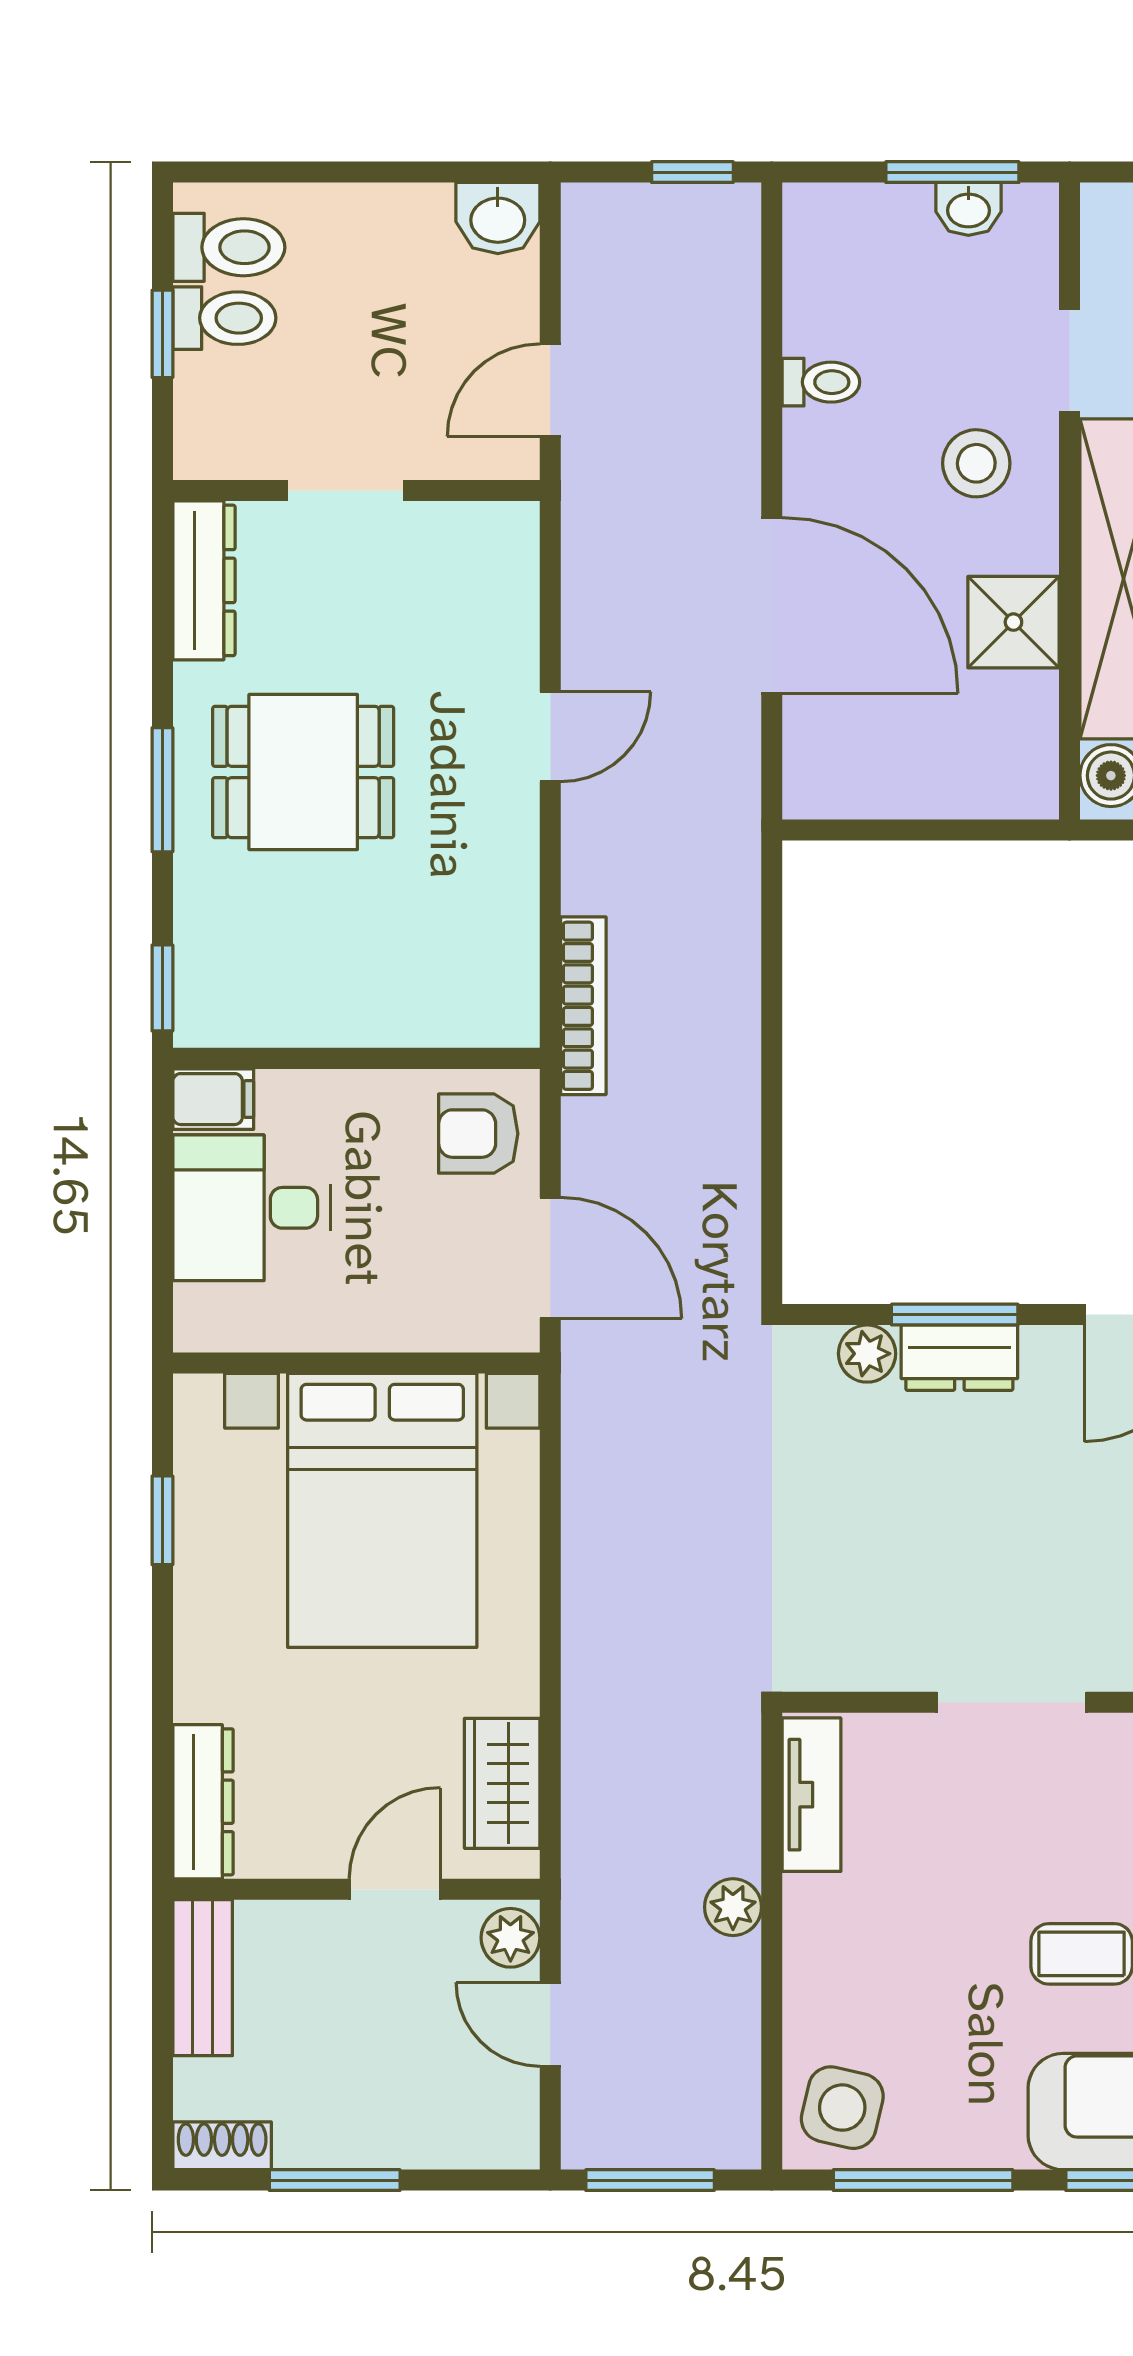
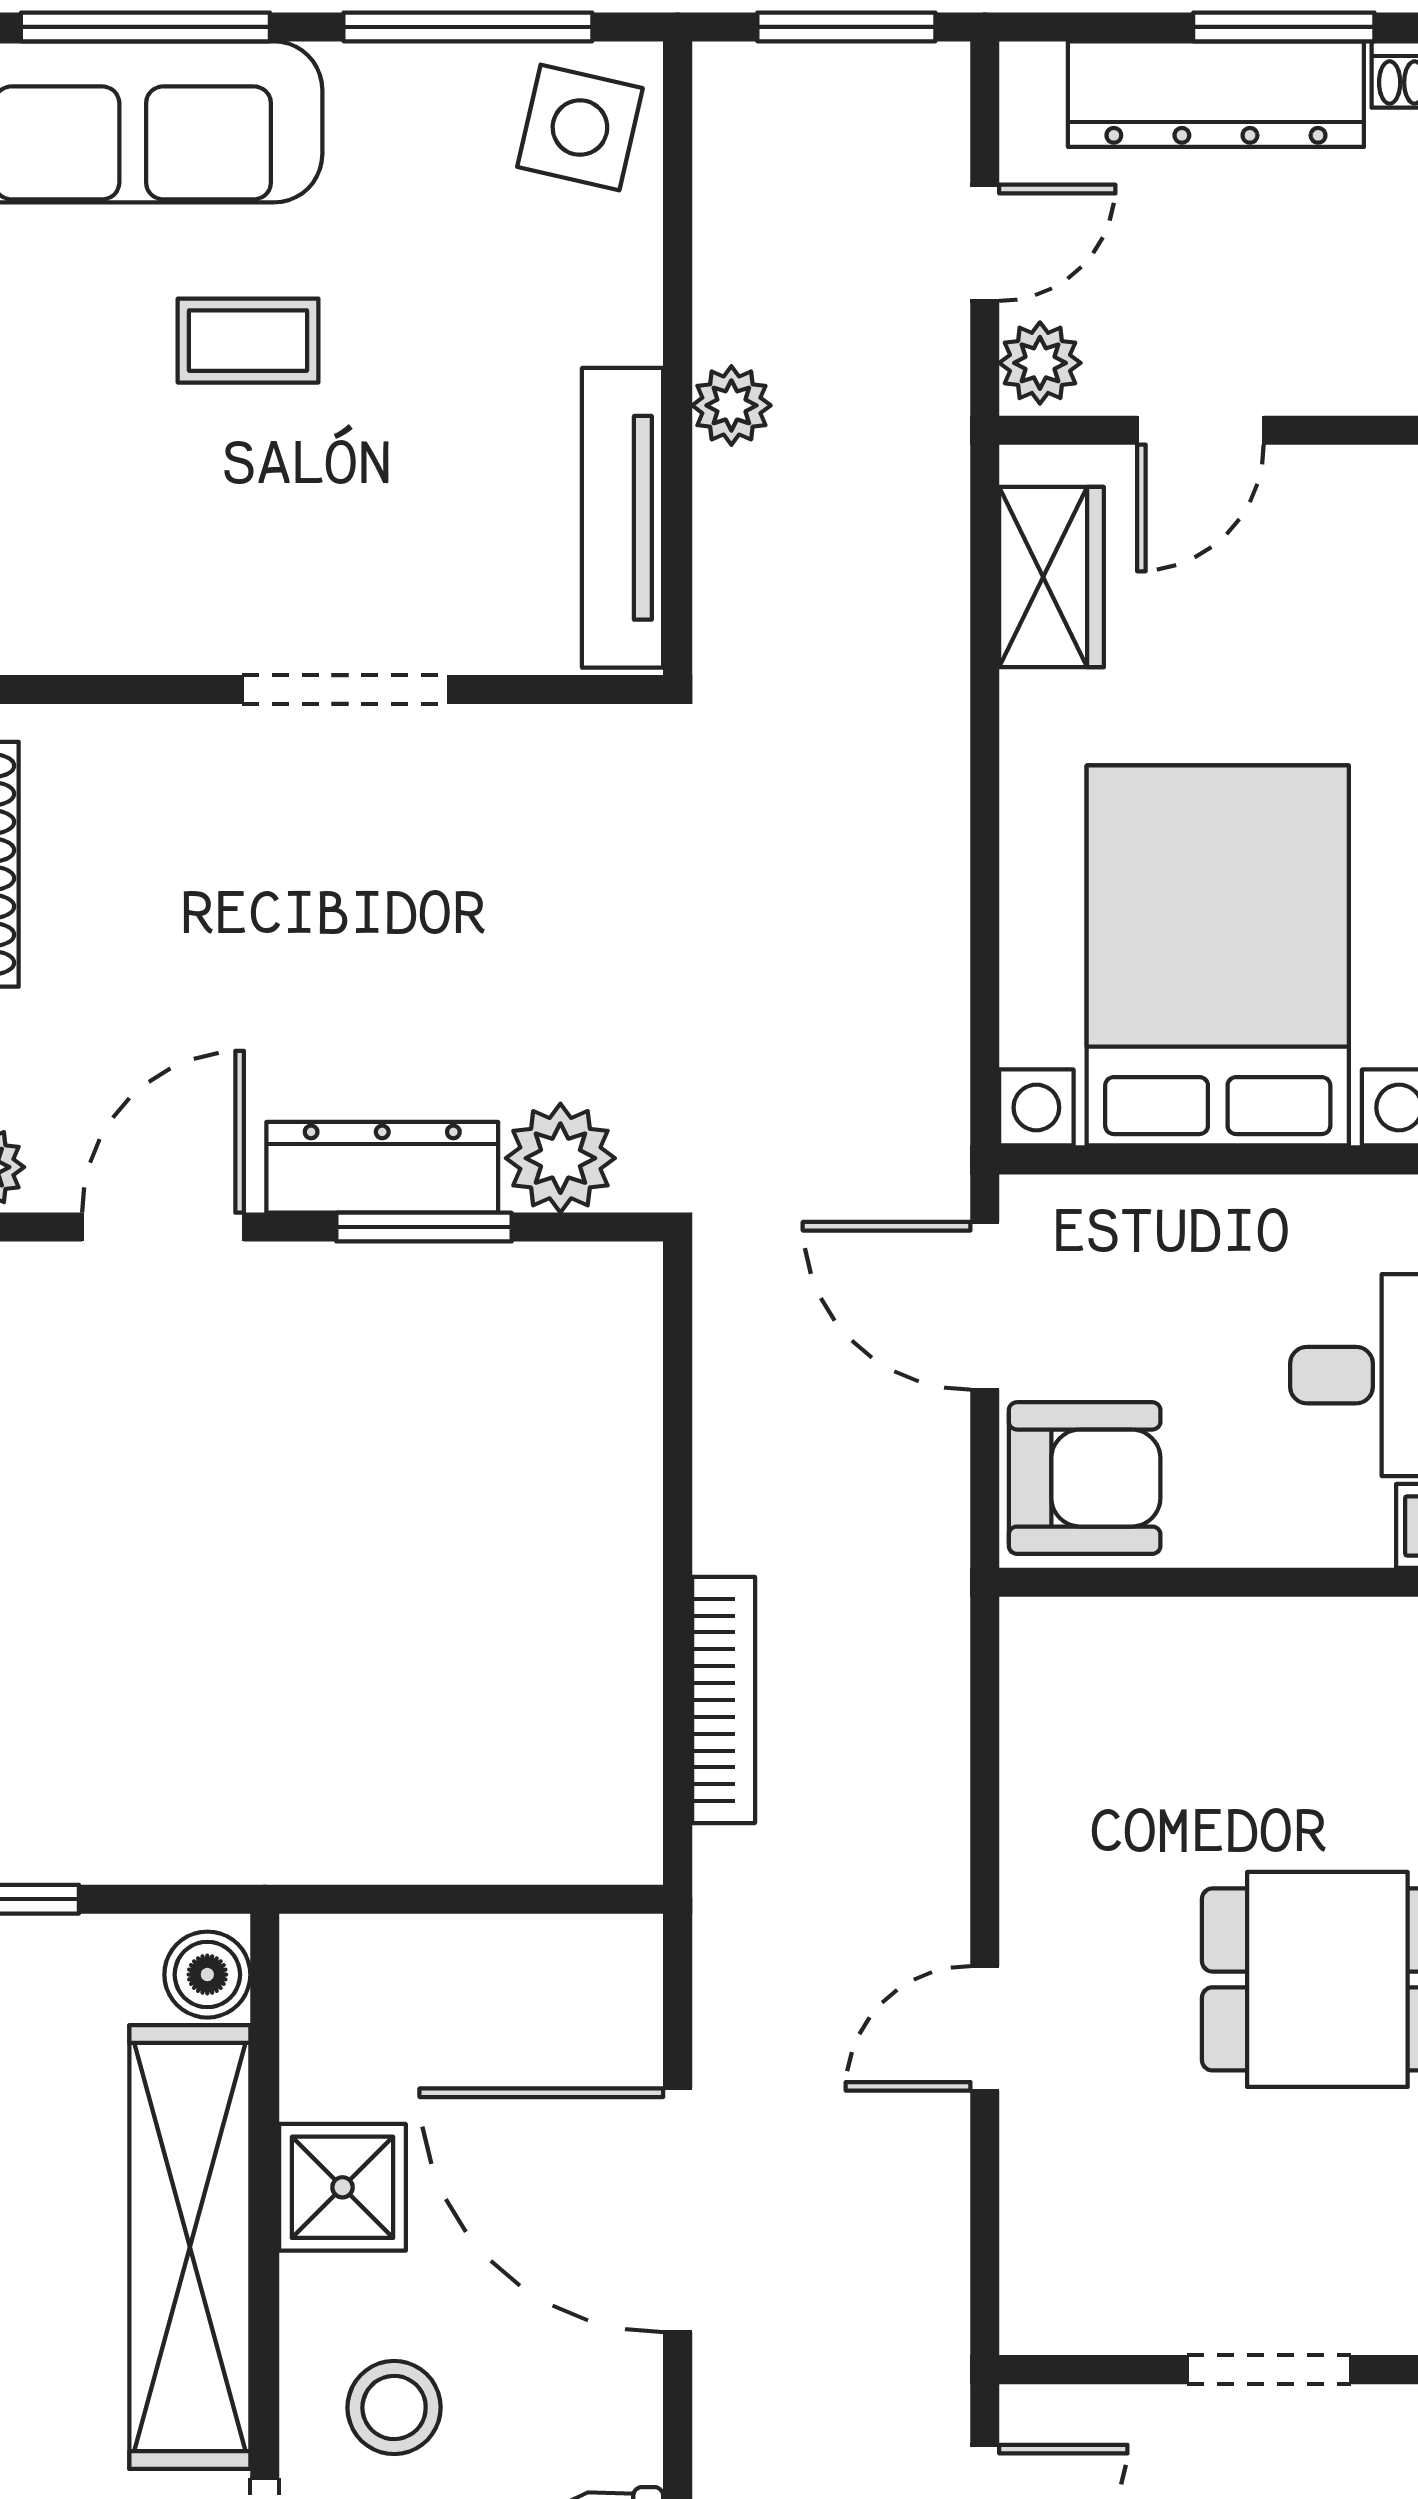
bookcase: (583, 1006) -> (724, 1700), moved, turned 180
armchair: (478, 1134) -> (1085, 1478), width x1.38, depth x1.38
plant: (867, 1354) -> (560, 1158), width x1.38, depth x1.38
dresser: (959, 1358) -> (382, 1167), width x1.44
tv unit: (811, 1795) -> (623, 518), width x1.41
door: (550, 2024) -> (985, 243), hinge flipped
dresser: (384, 2132) -> (1216, 94), added

